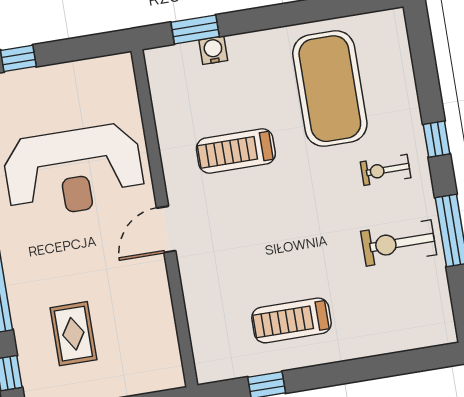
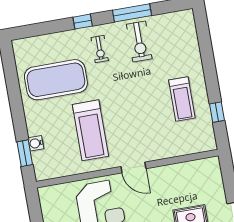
treadmill: (236, 151) -> (90, 130), width x1.37, depth x1.38

